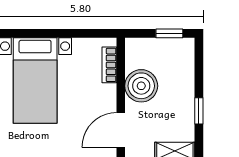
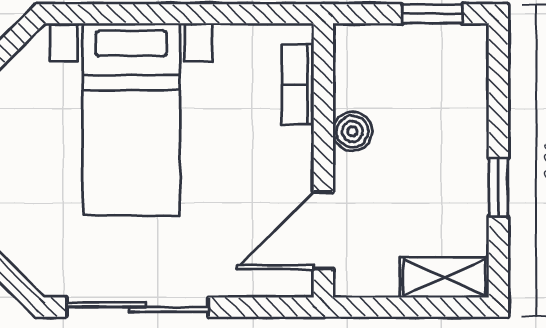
boiler: (141, 86) -> (352, 131), width x0.54, depth x0.54

